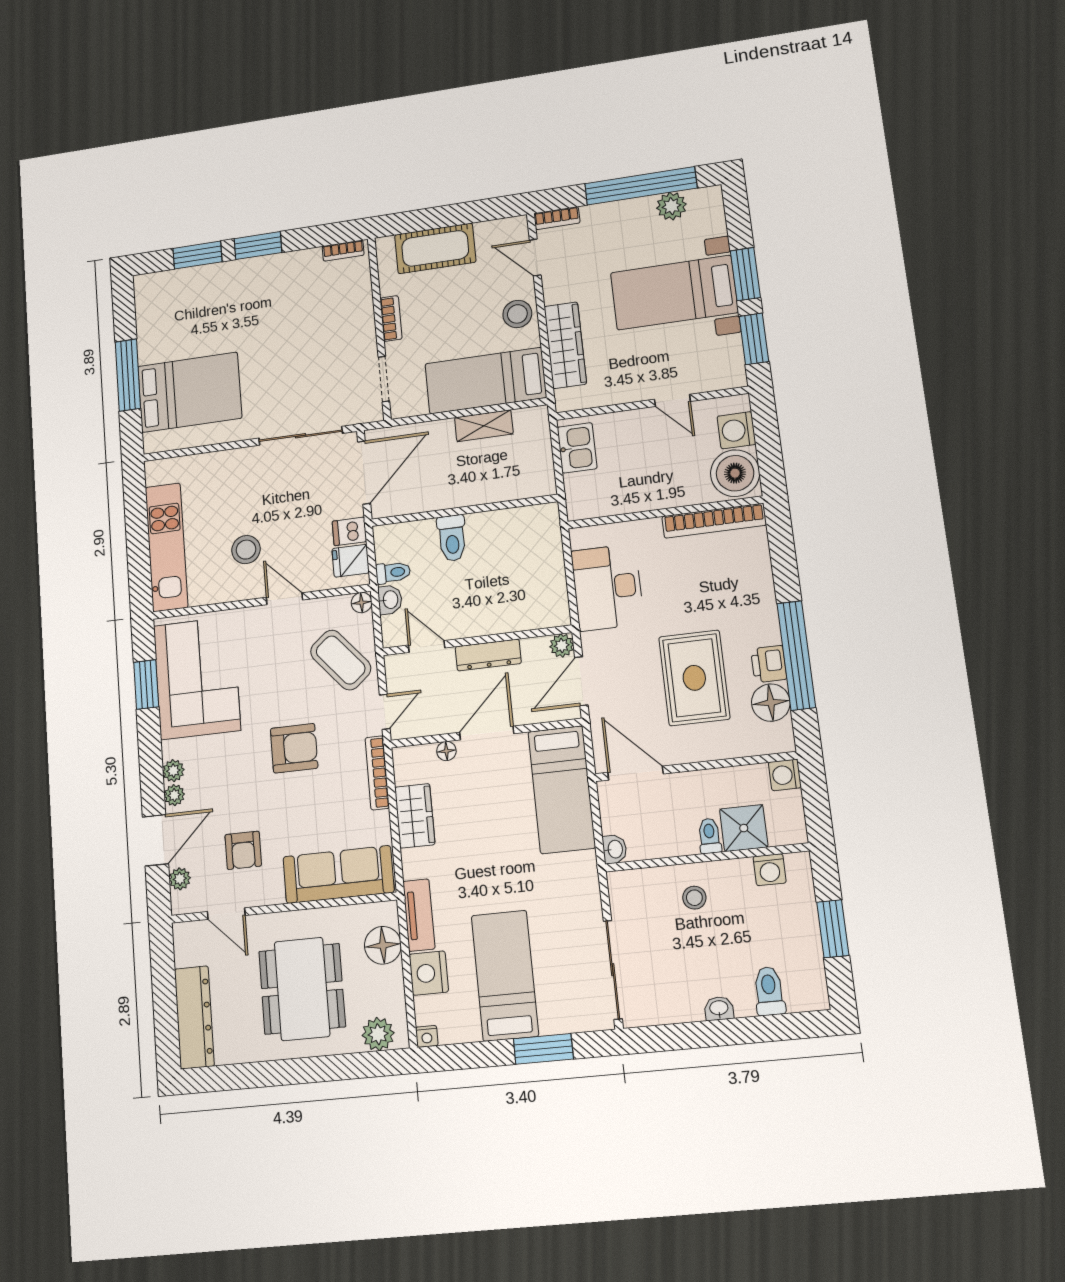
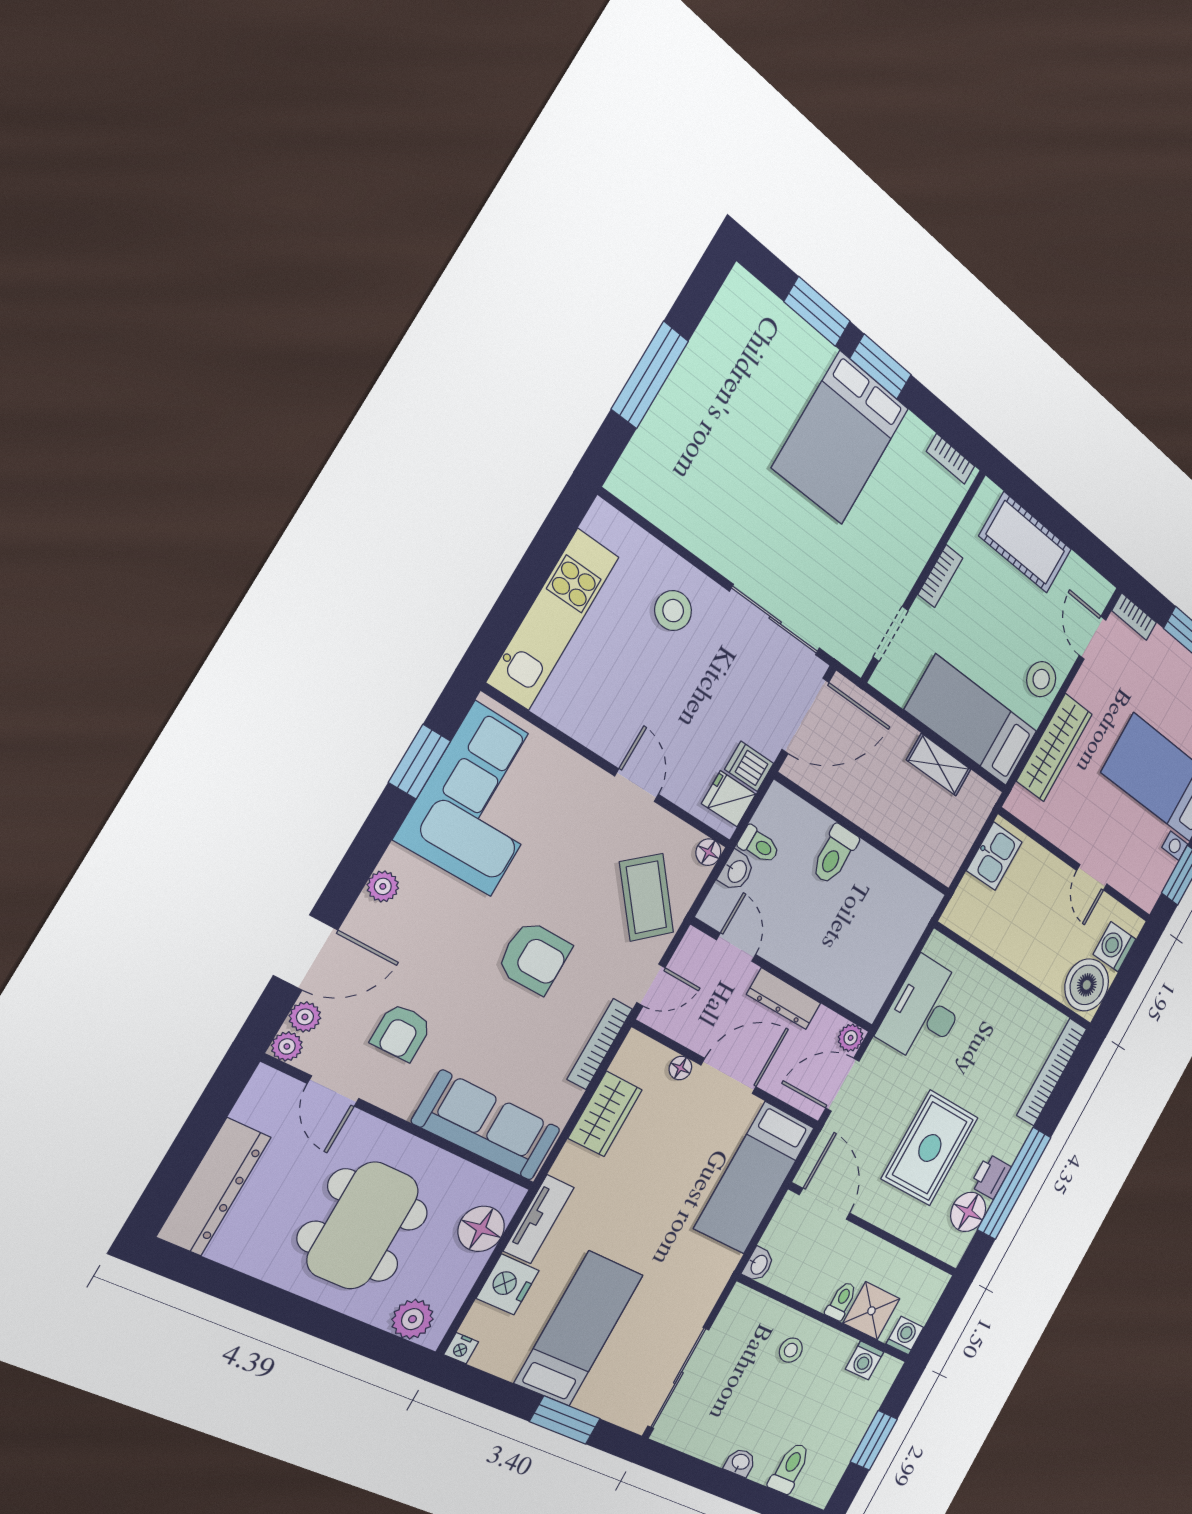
bed: (190, 392) -> (841, 438), moved, turned 90
bookcase: (714, 521) -> (1052, 1072), moved, turned 90
stool: (246, 550) -> (673, 611), moved
washing machine: (785, 775) -> (905, 1336), moved, turned 90
plant: (174, 795) -> (287, 1046), moved

